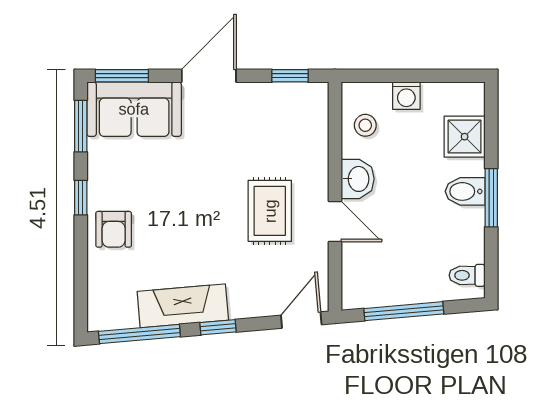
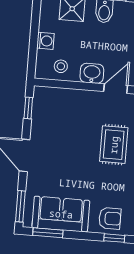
sofa: (134, 109) -> (61, 214), moved, turned -90
window: (81, 198) -> (114, 238), moved
rug: (270, 211) -> (114, 145), moved, turned 90

